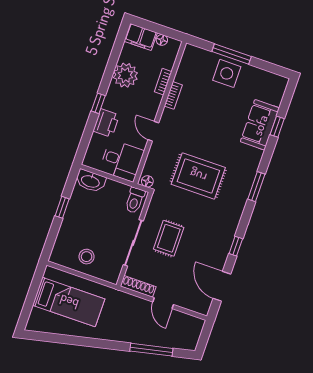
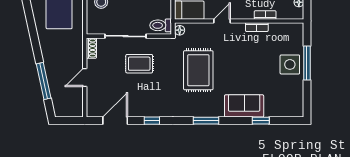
sofa: (260, 125) -> (244, 106), moved
shoe rack: (138, 286) -> (91, 48), width x0.70

